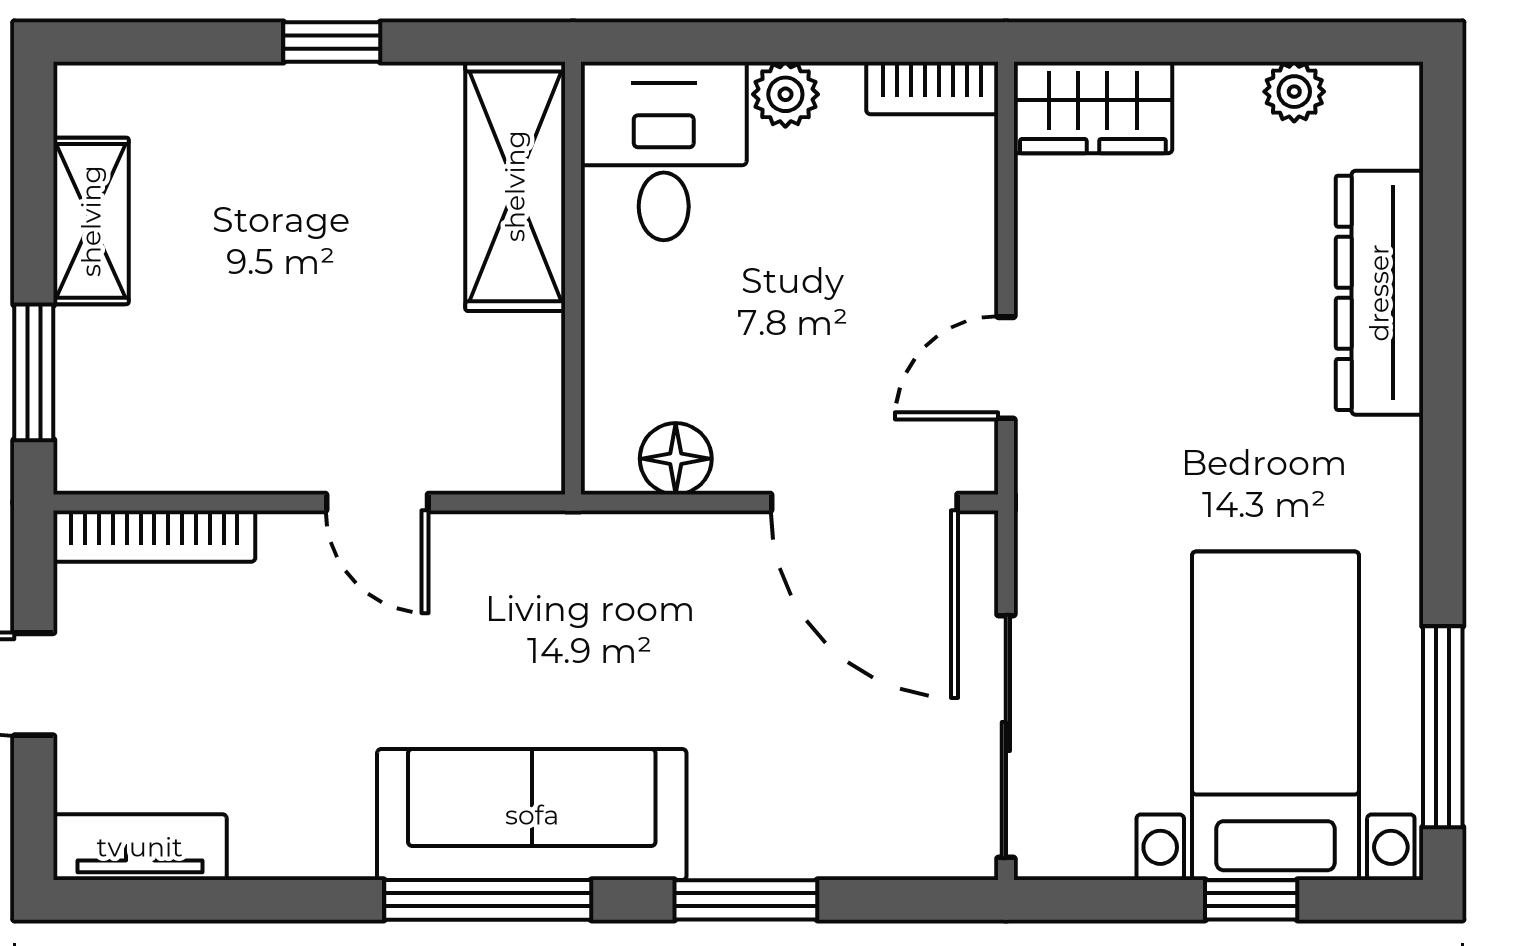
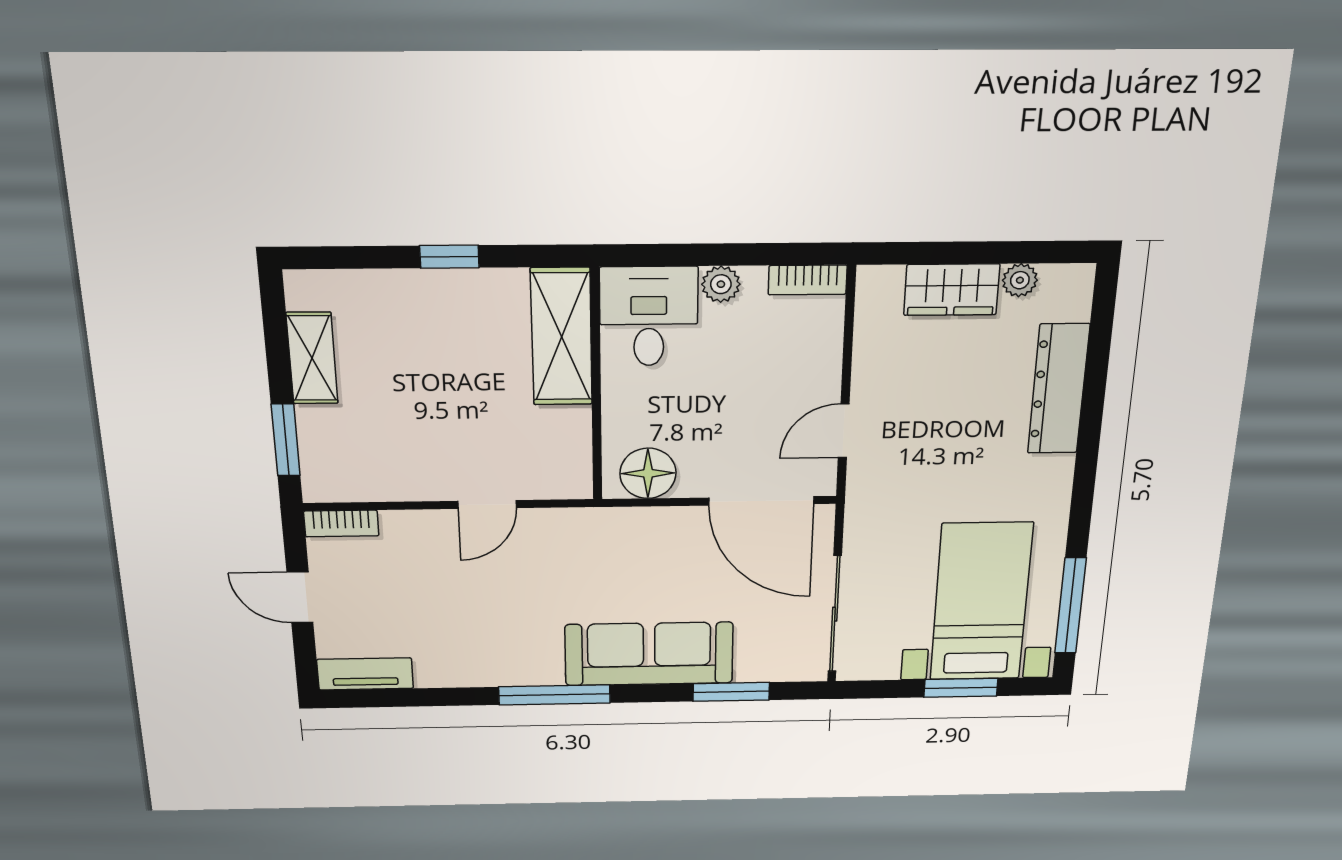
wardrobe: (1093, 108) -> (952, 290), moved
floor lamp: (676, 459) -> (648, 473), width x1.38, depth x1.38
door: (377, 502) -> (487, 505), hinge flipped
bookcase: (154, 536) -> (341, 524), width x0.64
sofa: (532, 815) -> (649, 654), moved
window: (746, 900) -> (731, 692), moved
window: (1251, 900) -> (961, 688), width x1.50

